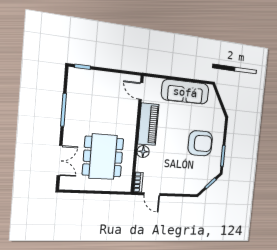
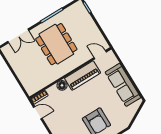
door: (141, 91) -> (100, 55), hinge flipped
dining table: (103, 157) -> (56, 44), moved, turned 90
door: (152, 194) -> (38, 113), swing flipped

